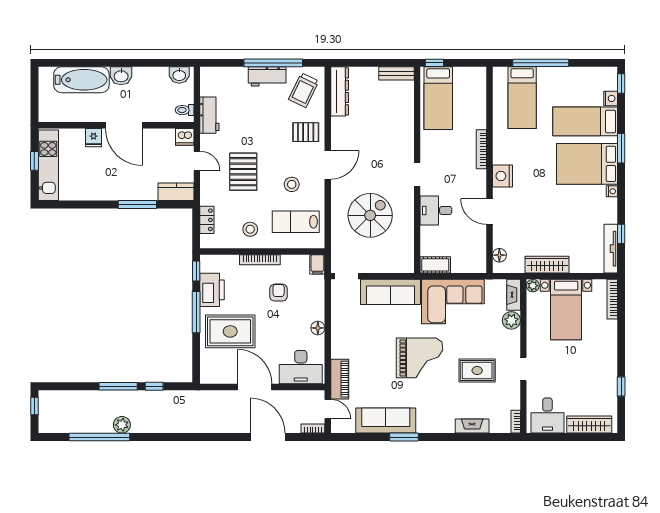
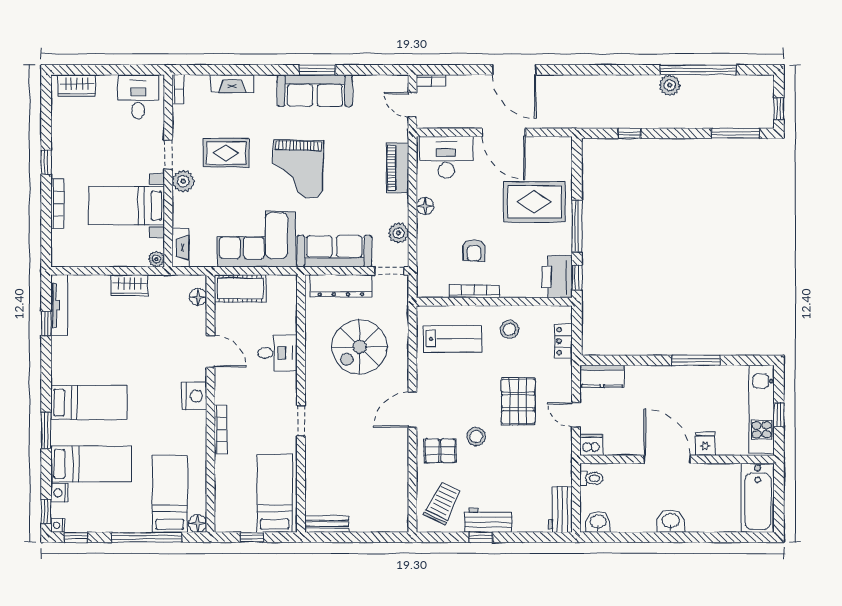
window: (273, 63) -> (481, 537), width x0.32
window: (434, 63) -> (252, 537), moved
window: (597, 63) -> (76, 537), added
floor lamp: (500, 74) -> (198, 523), added
bathtub: (81, 80) -> (758, 498), moved, turned -90
dresser: (340, 91) -> (341, 286), moved, turned -90
workbench: (209, 115) -> (560, 510), moved
bed: (587, 164) -> (89, 403), width x0.67
doorway: (417, 174) -> (301, 421), moved
stool: (292, 184) -> (476, 436), moved
nightstand: (612, 191) -> (58, 525), moved
window: (137, 205) -> (696, 360), moved
bookcase: (260, 260) -> (474, 291), moved
filing cabinet: (317, 264) -> (426, 286), removed
cot: (435, 265) -> (240, 288), moved, width x1.37, depth x1.34
wardrobe: (547, 265) -> (129, 285), width x0.67
printer: (212, 290) -> (557, 277), moved
bookcase: (612, 299) -> (57, 203), moved
plant: (339, 306) -> (398, 233), added
bed with nightstands: (566, 310) -> (126, 206), moved, turned -90
plant: (511, 320) -> (183, 181), moved
grand piano: (420, 358) -> (298, 169), turned -88
piano: (340, 379) -> (397, 168), moved
window: (118, 386) -> (735, 133), moved
window: (621, 387) -> (46, 162), moved
sofa: (386, 420) -> (315, 91), moved
wardrobe: (589, 425) -> (77, 86), width x0.67
door: (268, 437) -> (514, 70), moved

